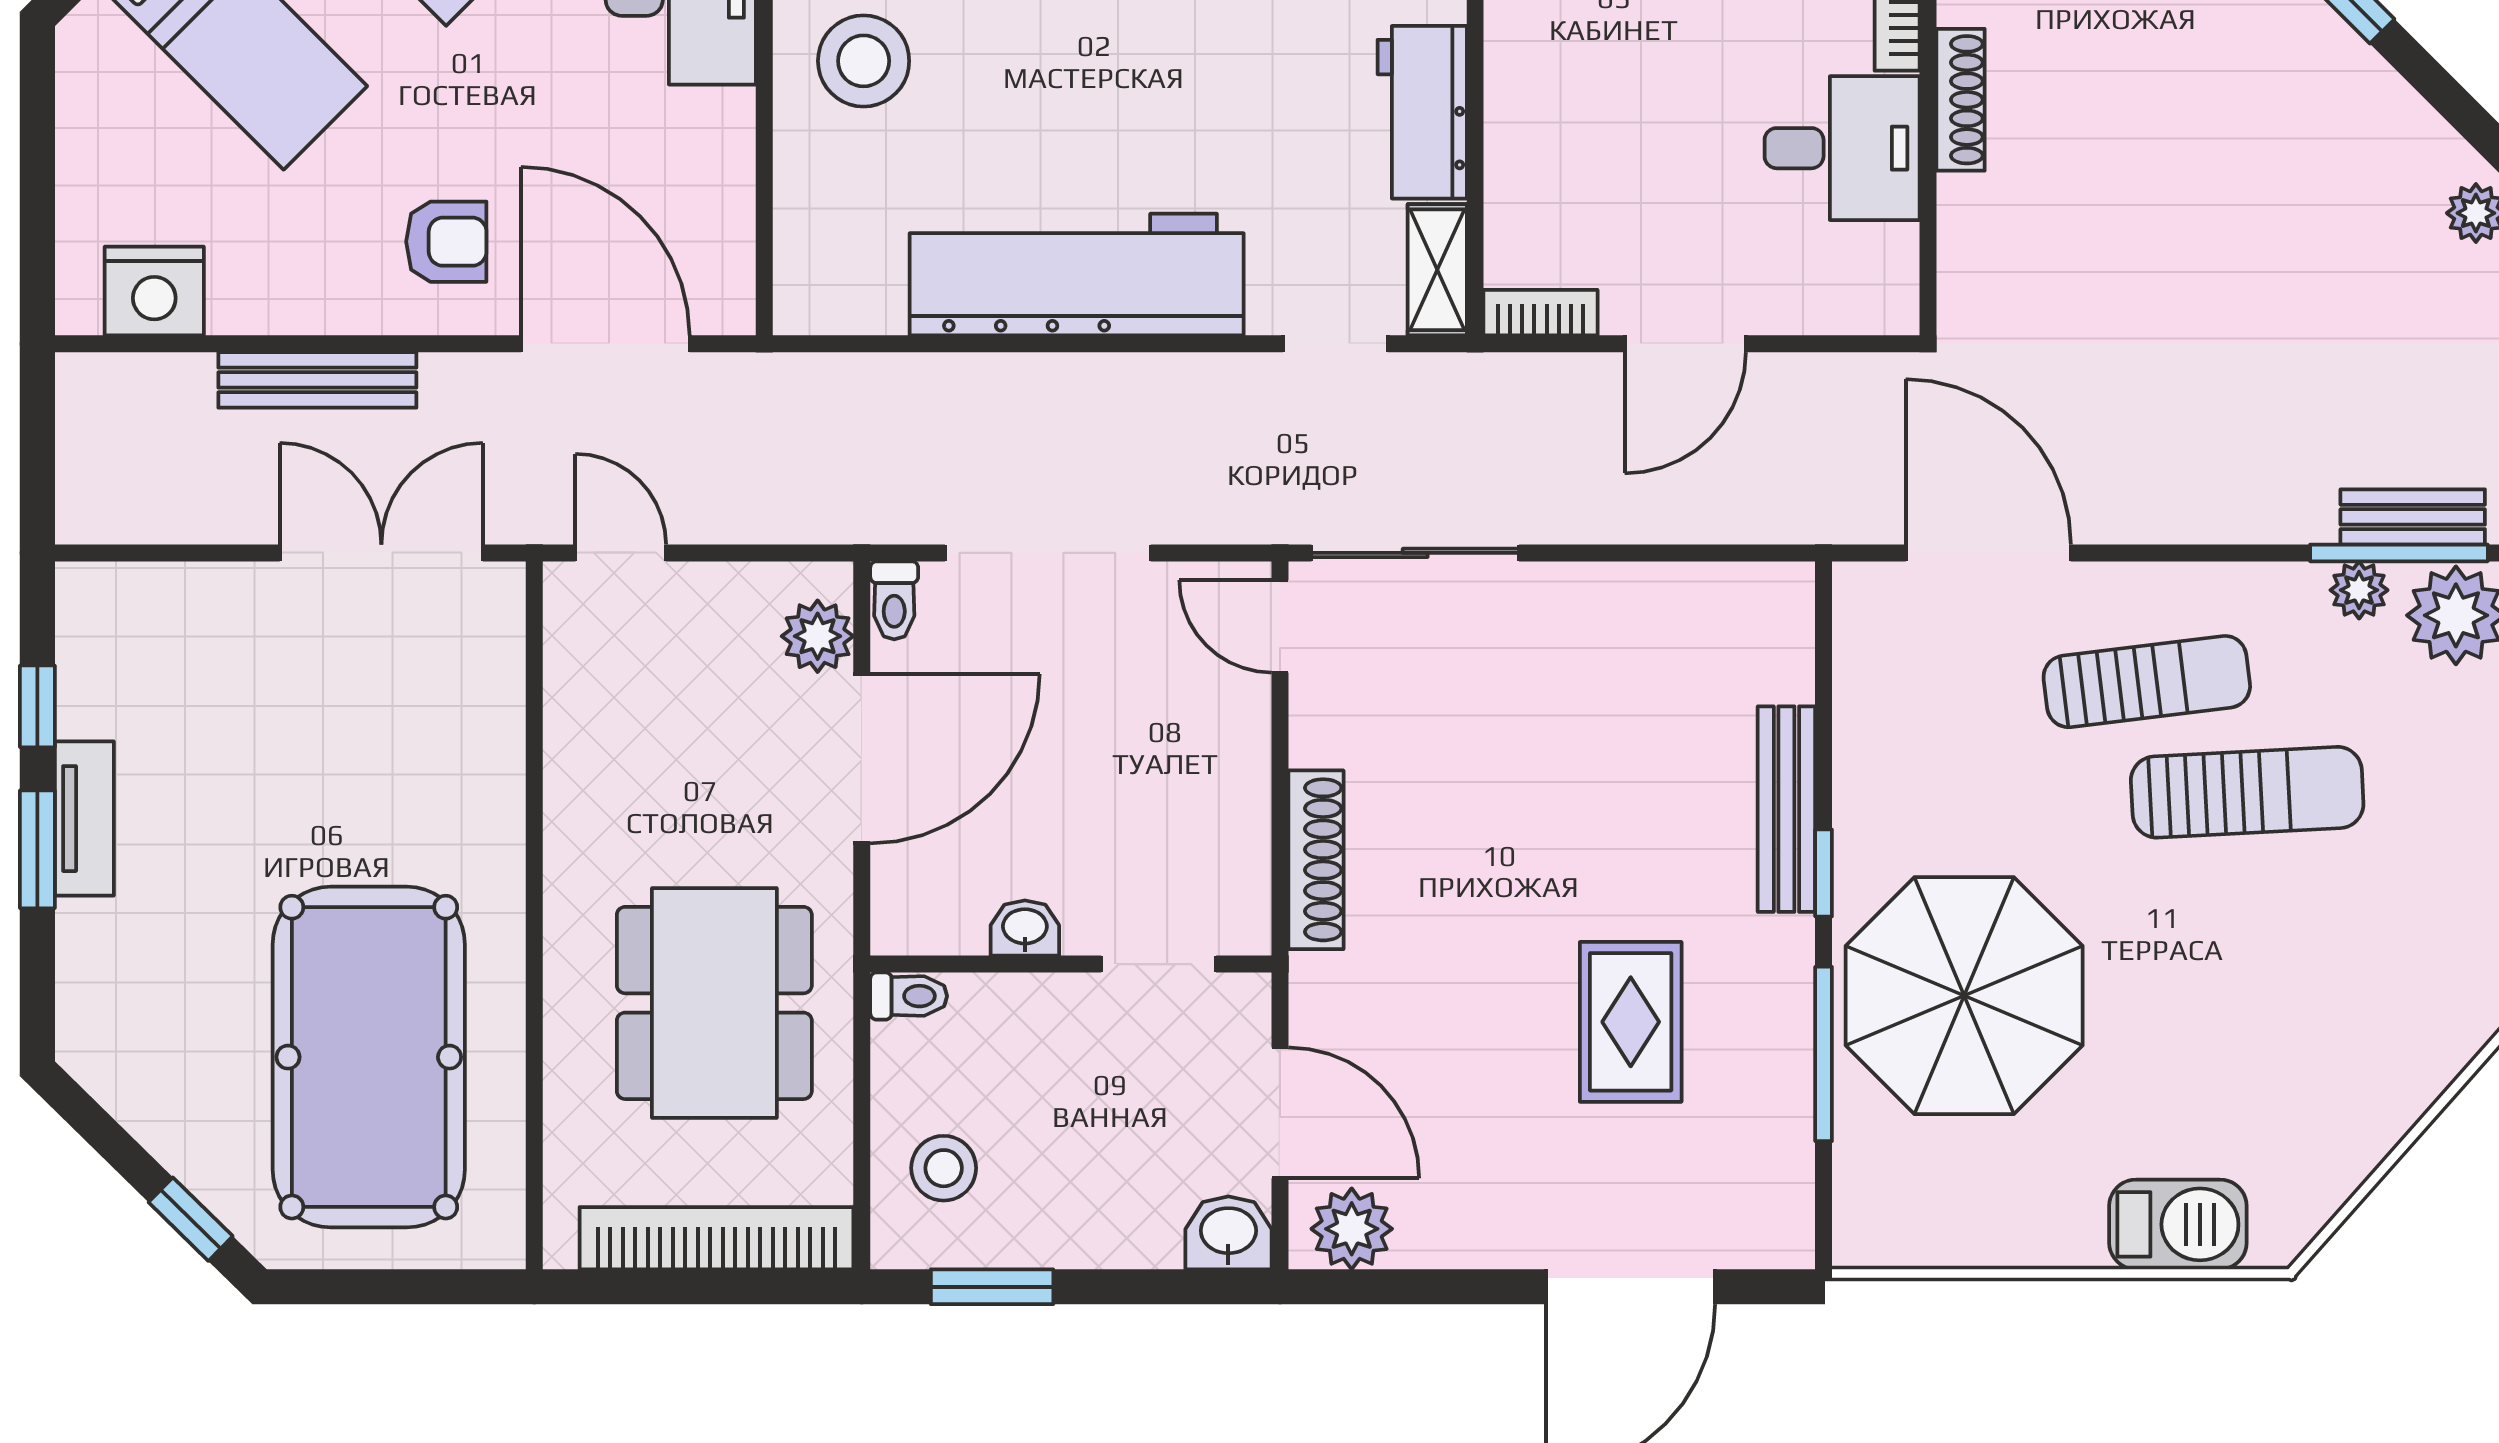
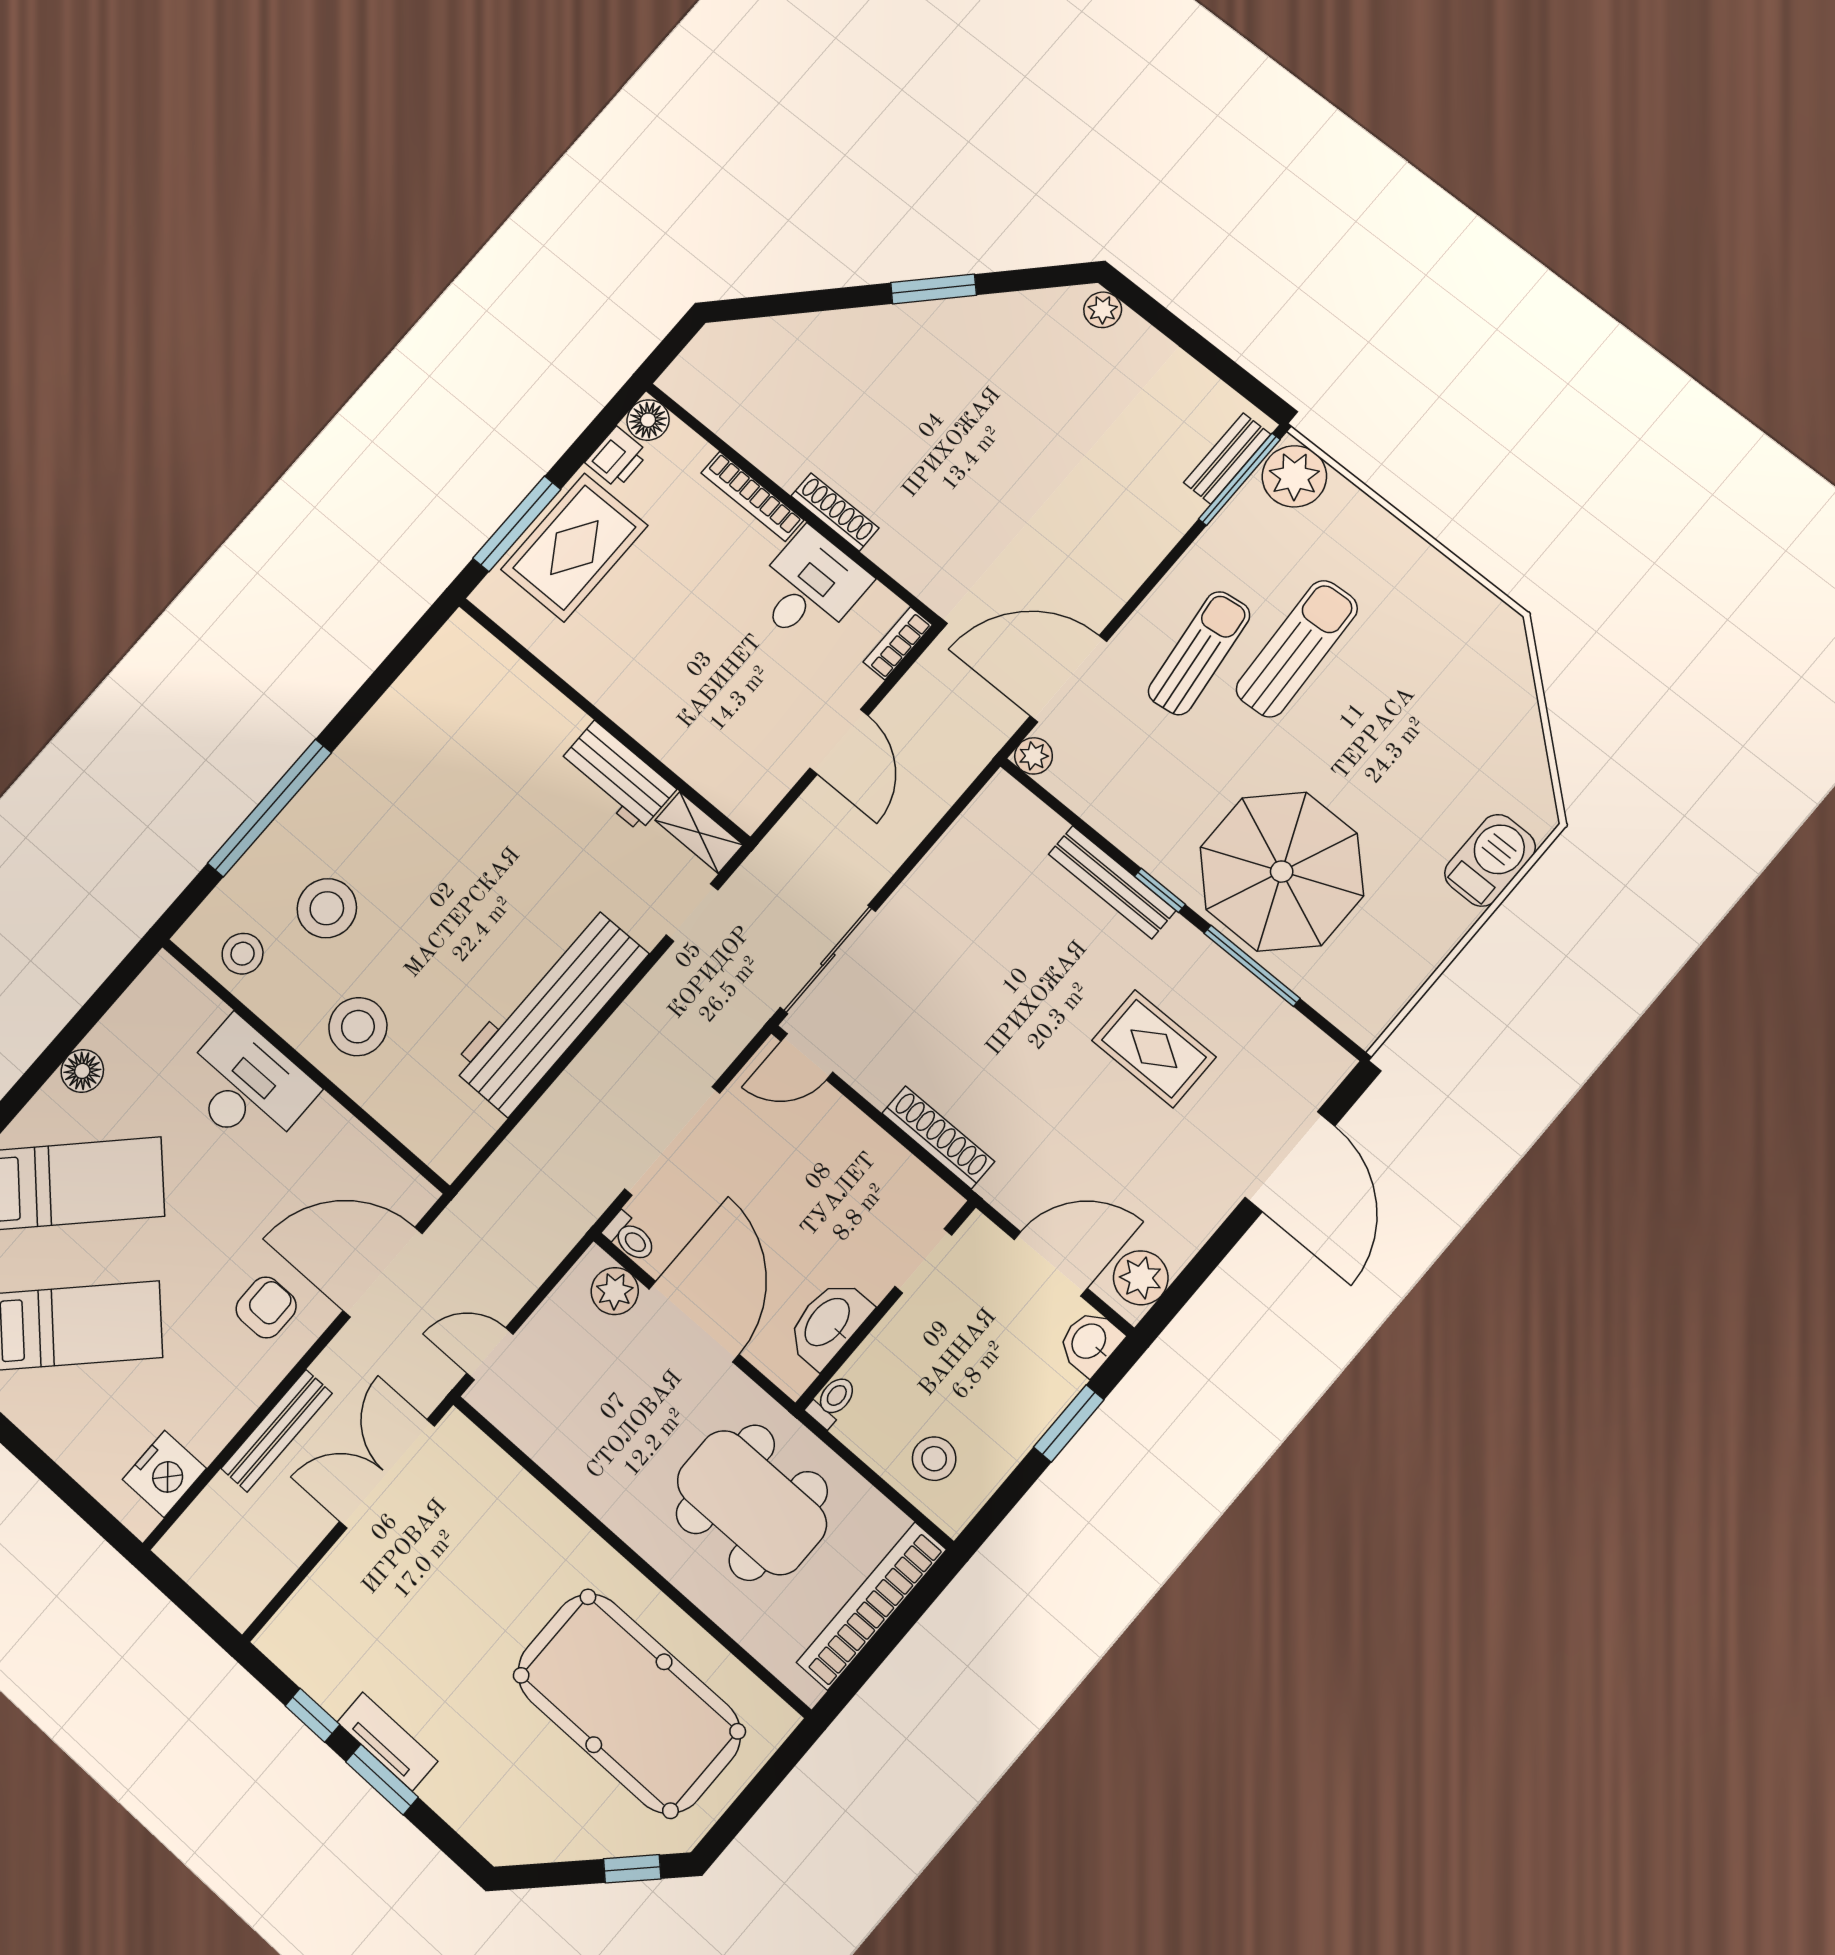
bookcase: (1541, 313) -> (898, 643), moved
plant: (2359, 590) -> (1034, 756), moved
washbasin: (1025, 928) -> (828, 1323), width x1.91, depth x1.45
window: (992, 1287) -> (1069, 1423), moved

